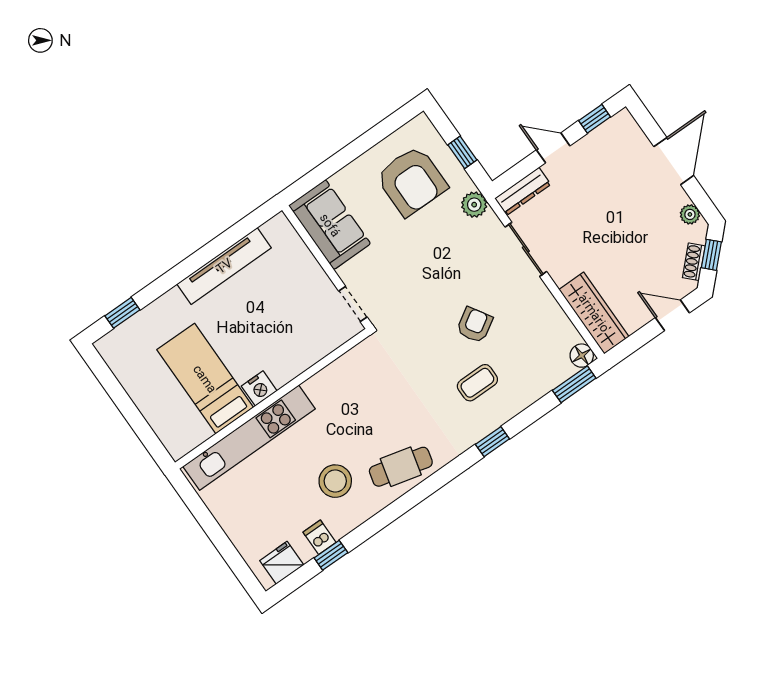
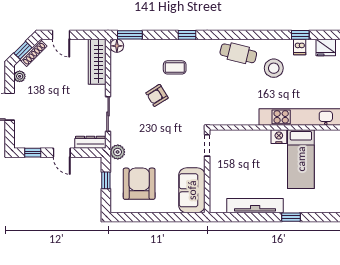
shoe rack: (694, 262) -> (33, 53), width x1.43
window: (122, 313) -> (291, 217), moved

